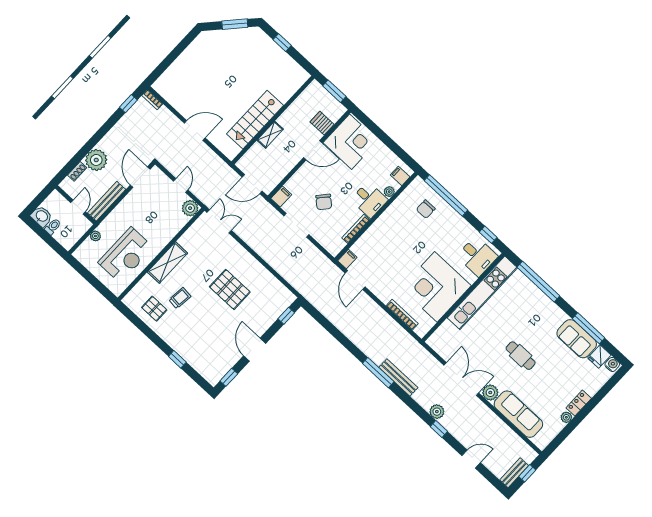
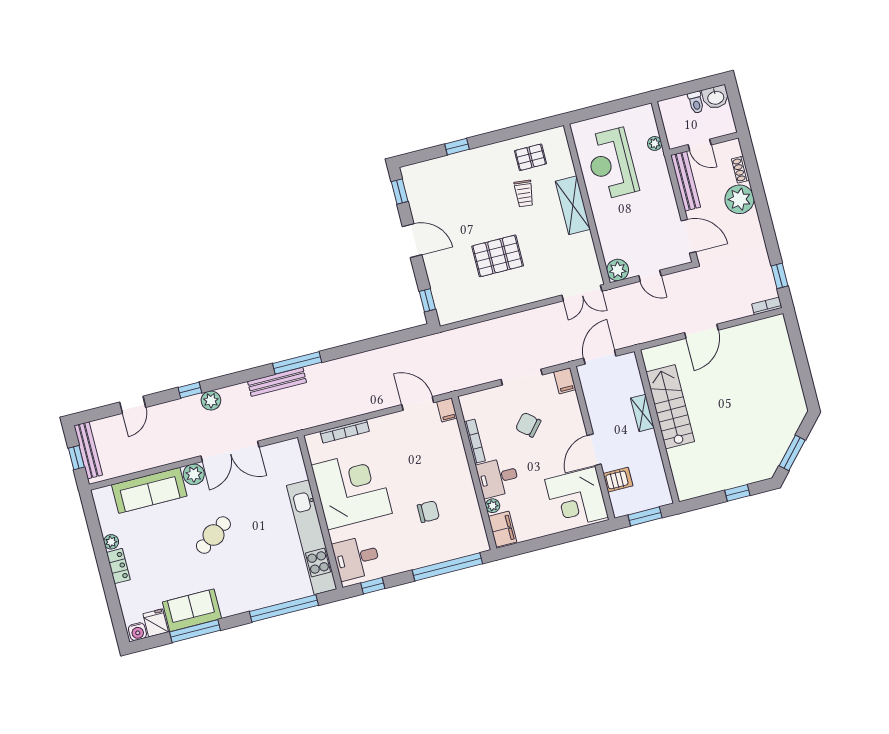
filing cabinet: (400, 176) -> (502, 529), width x2.00
chair: (426, 209) -> (428, 512), moved, turned 90
cafe table: (521, 356) -> (213, 535), turned -35
bench: (514, 473) -> (88, 450), width x1.36

